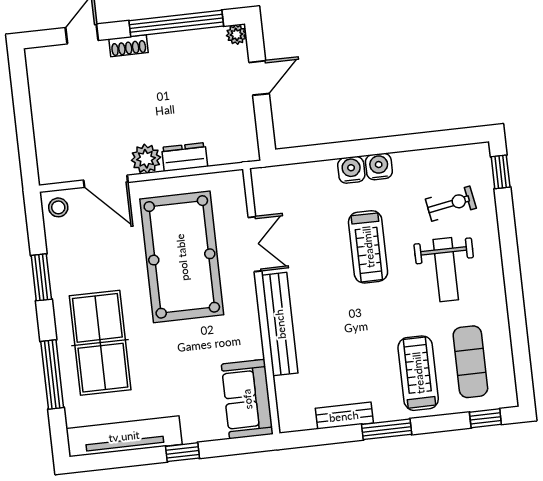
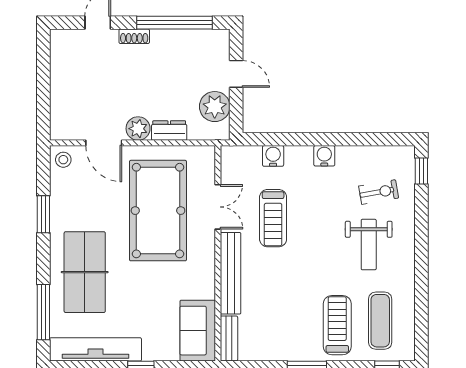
plant: (236, 35) -> (215, 107), moved, width x1.87, depth x1.87
door: (259, 78) -> (236, 74), hinge flipped
water cooler: (351, 170) -> (273, 156), moved
treadmill: (368, 247) -> (273, 218), moved
window: (52, 374) -> (43, 312), moved
bench: (344, 416) -> (229, 338), moved, turned 90

